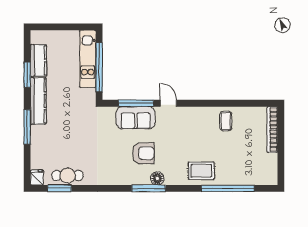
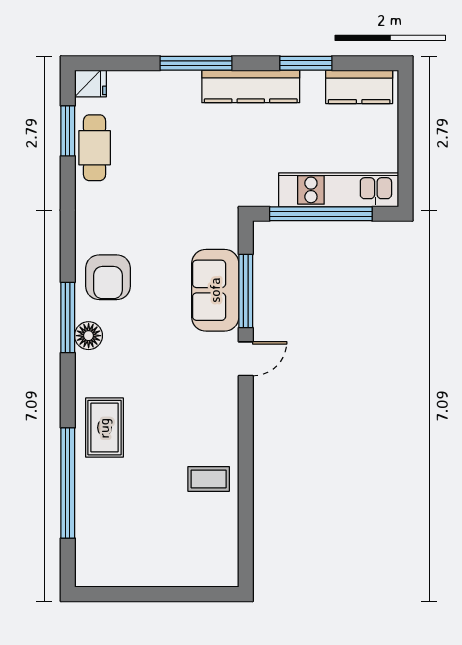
kitchen counter: (38, 60) -> (359, 87), moved
bookcase: (272, 130) -> (191, 576), removed
armchair: (143, 153) -> (108, 277), moved

